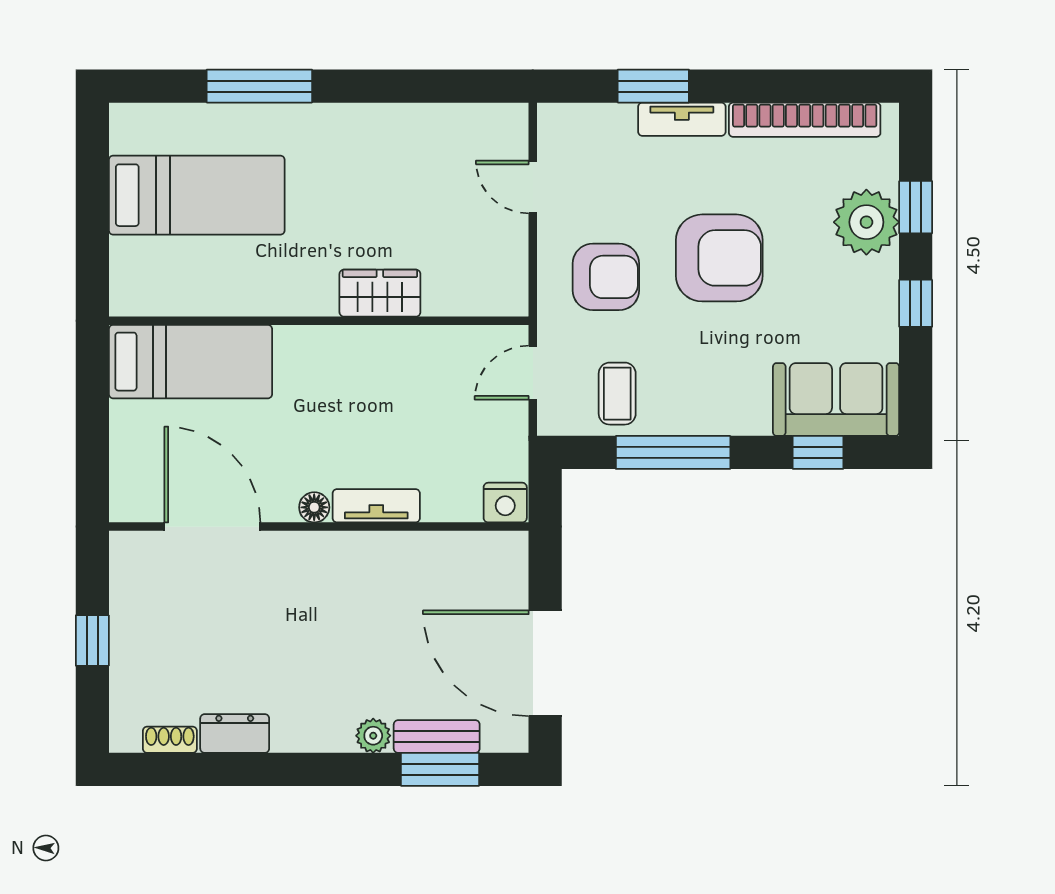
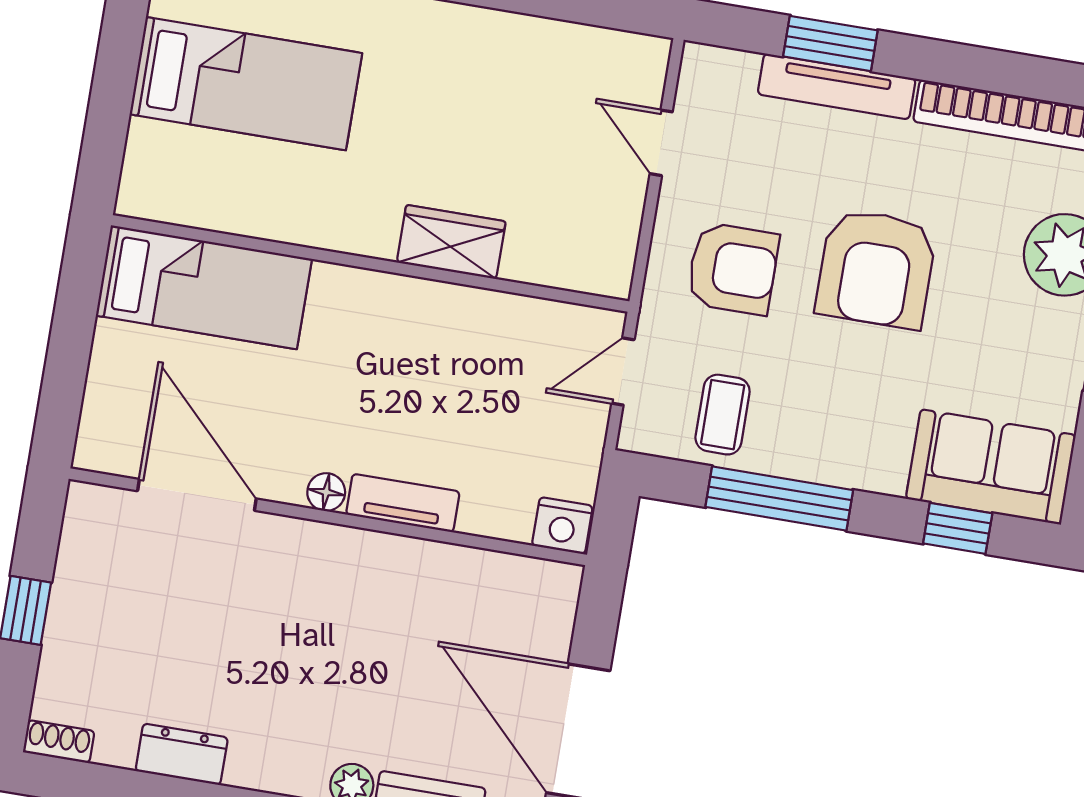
tv unit: (682, 119) -> (837, 86), width x1.41
armchair: (719, 258) -> (876, 269), turned 90
shoe rack: (170, 740) -> (59, 742), moved

